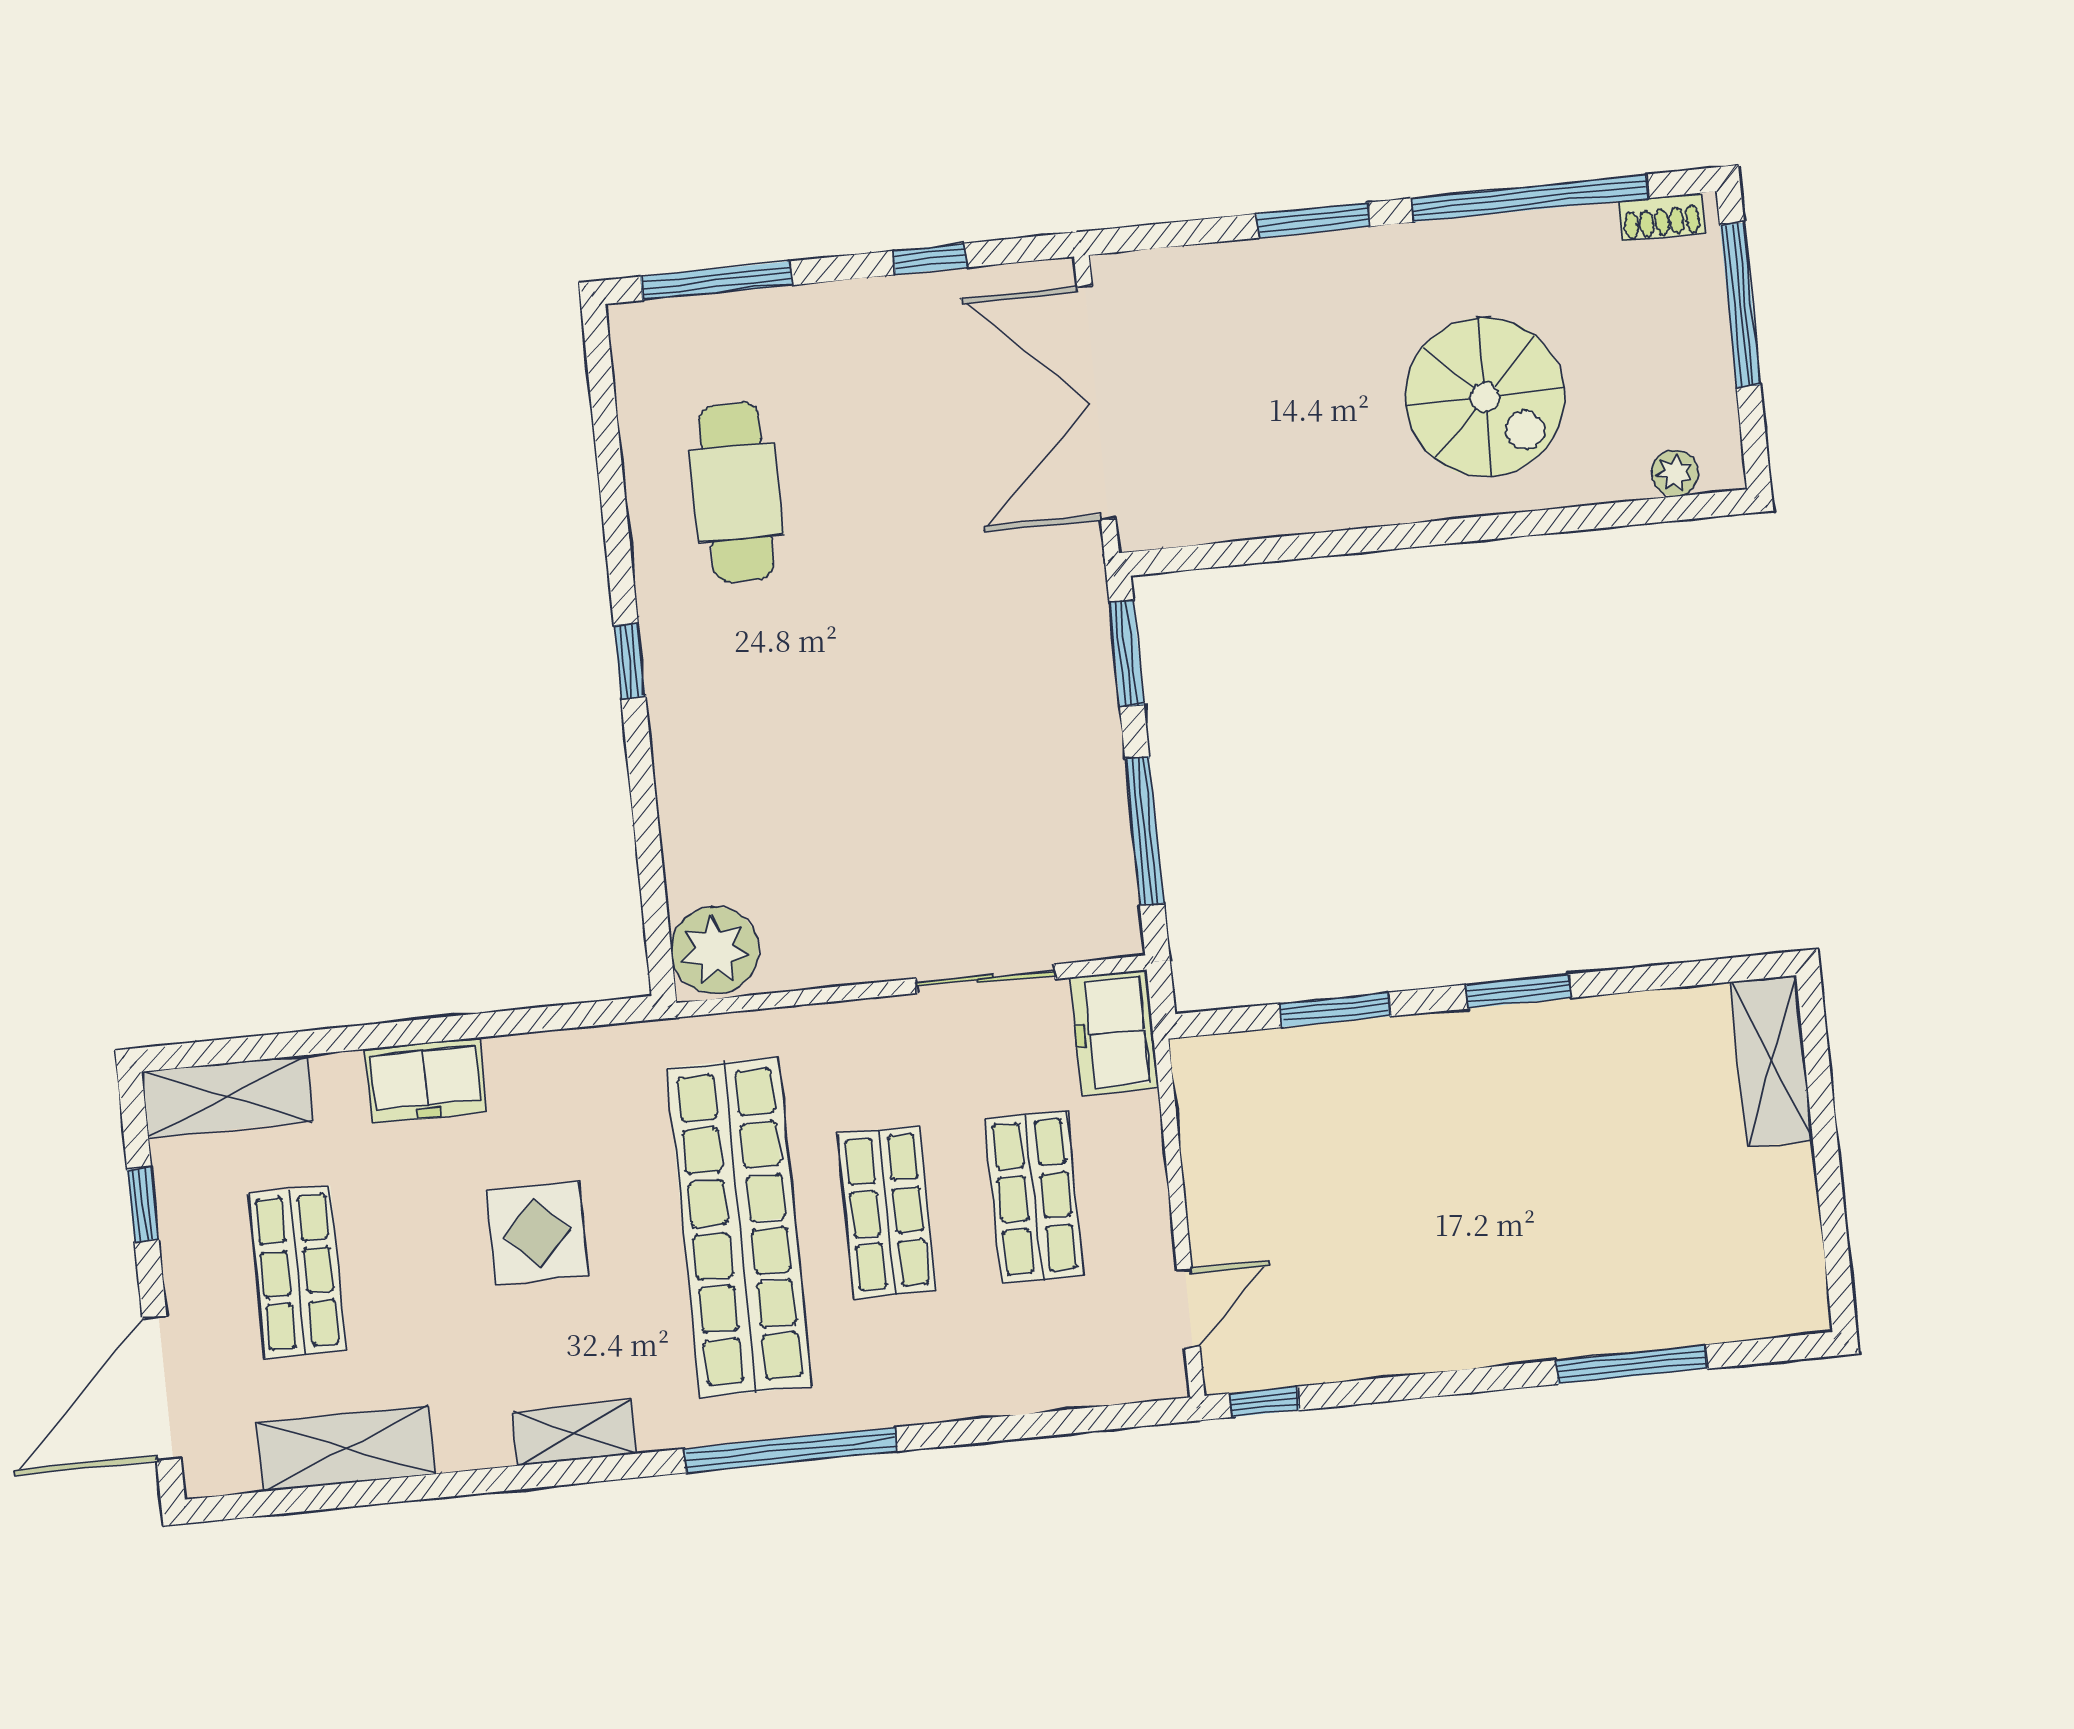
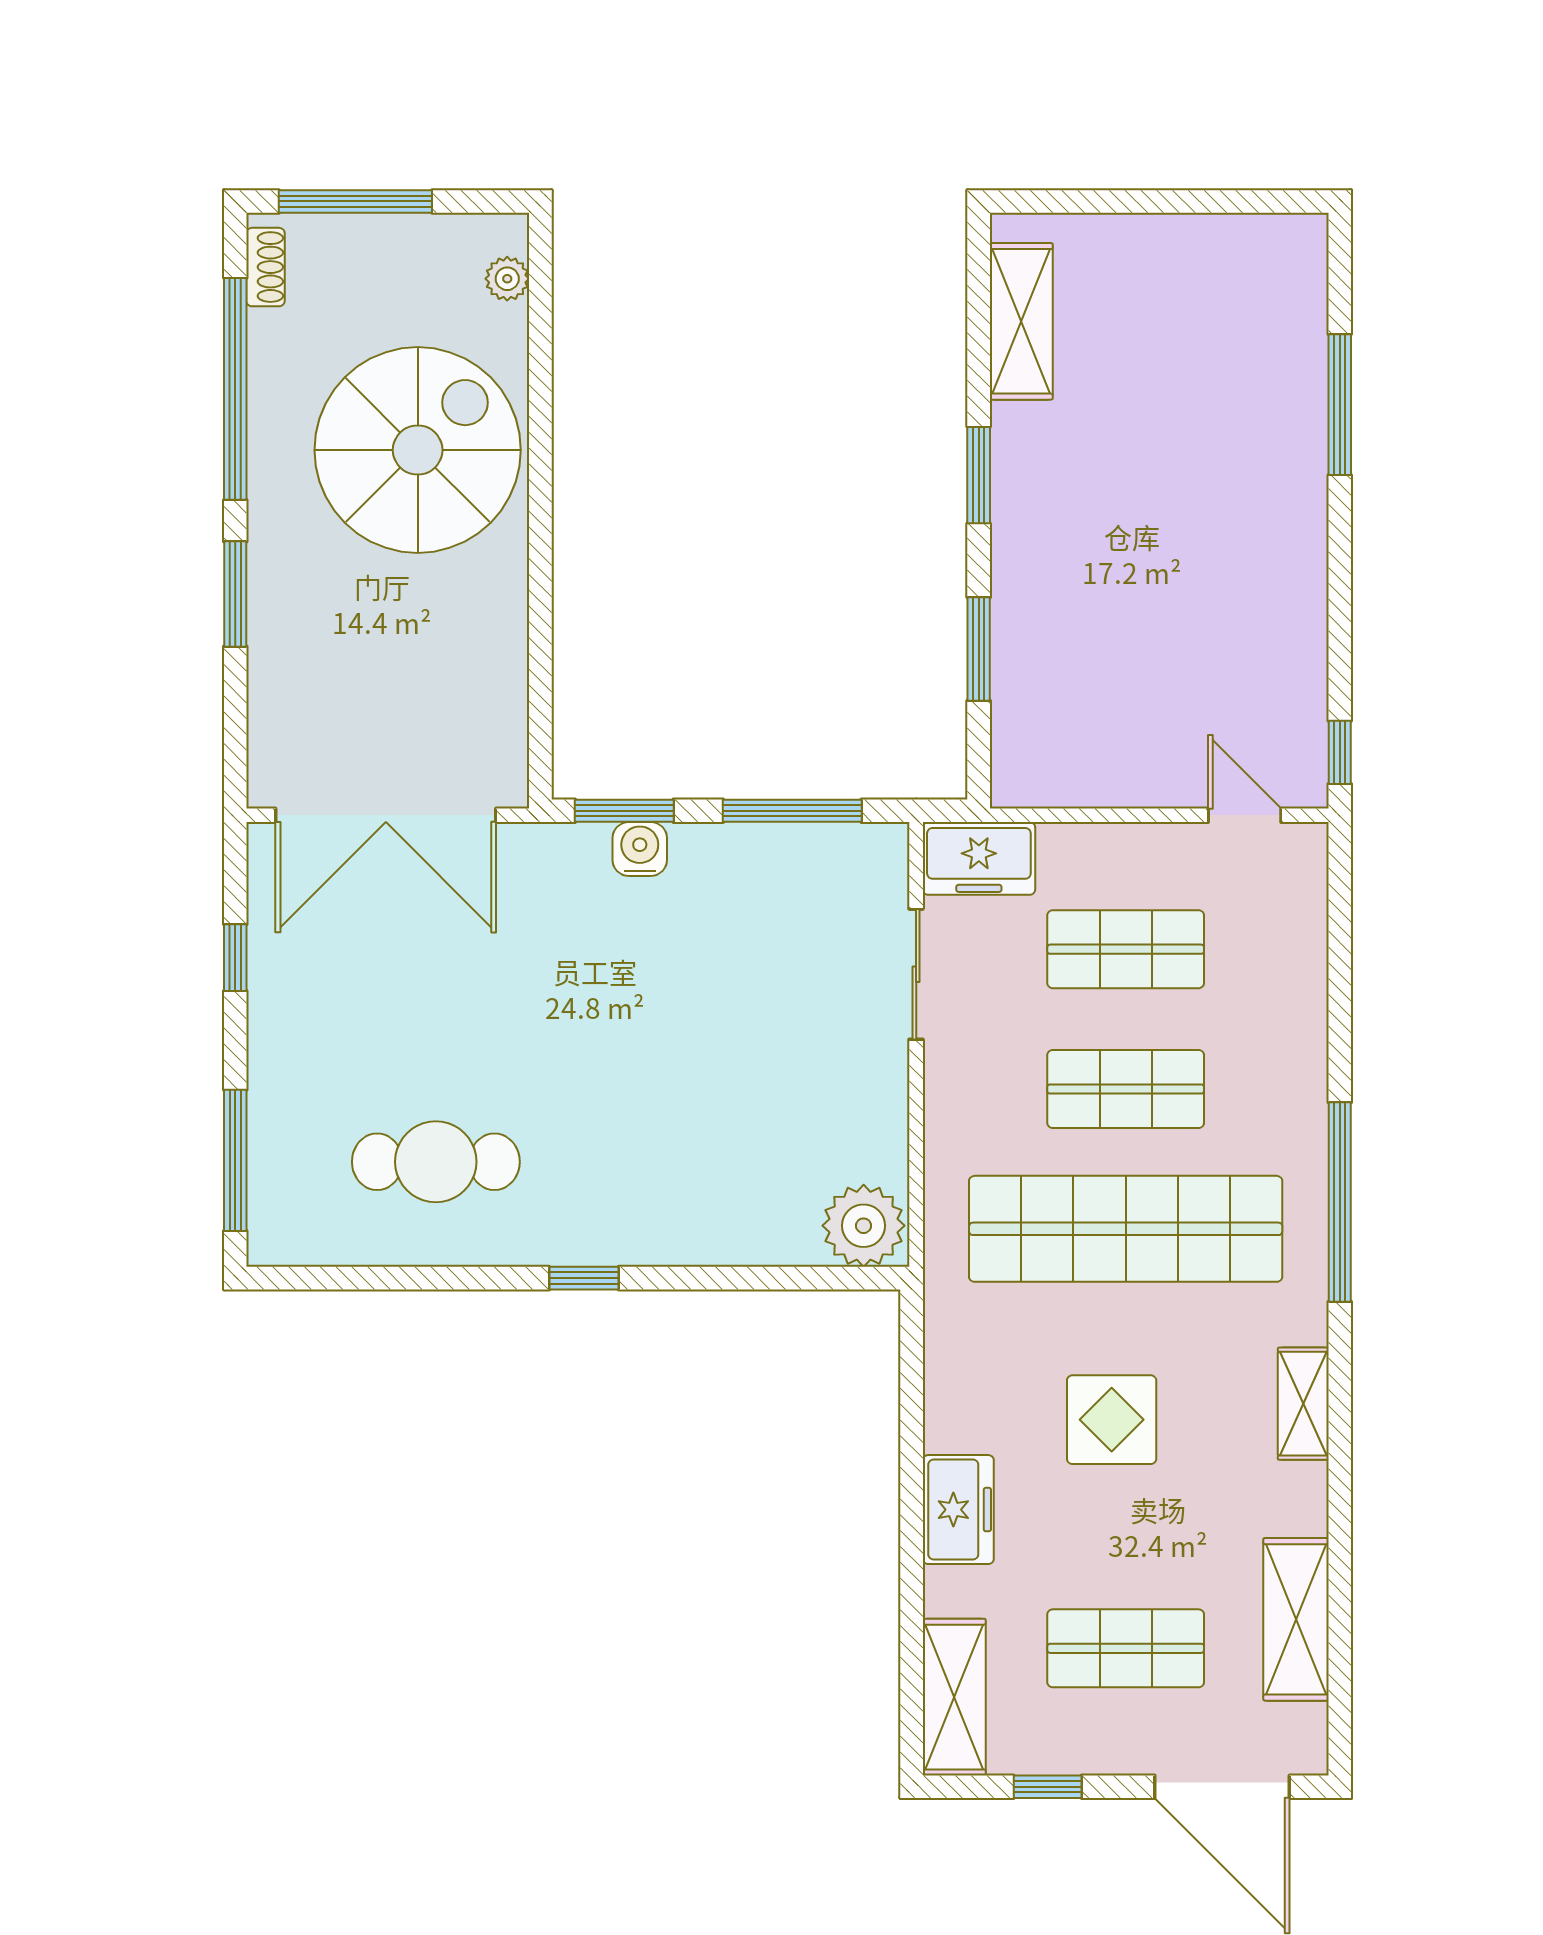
spiral stairs: (1485, 397) -> (418, 450), width x1.37, depth x1.37
water cooler: (1088, 674) -> (640, 849), added
shelving: (1772, 1061) -> (1021, 321), moved, turned 90

